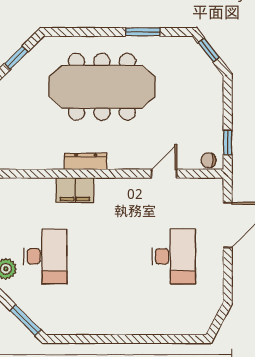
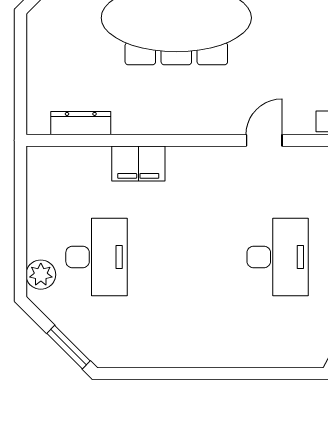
dresser: (86, 161) -> (81, 123), moved

